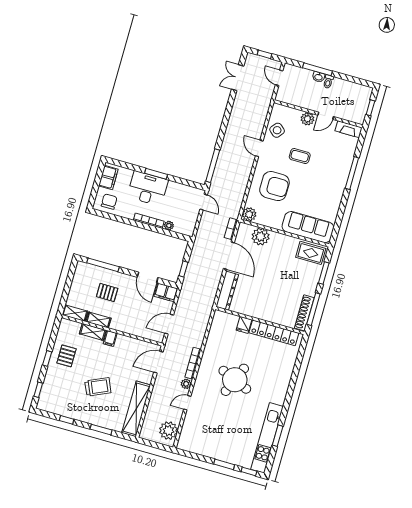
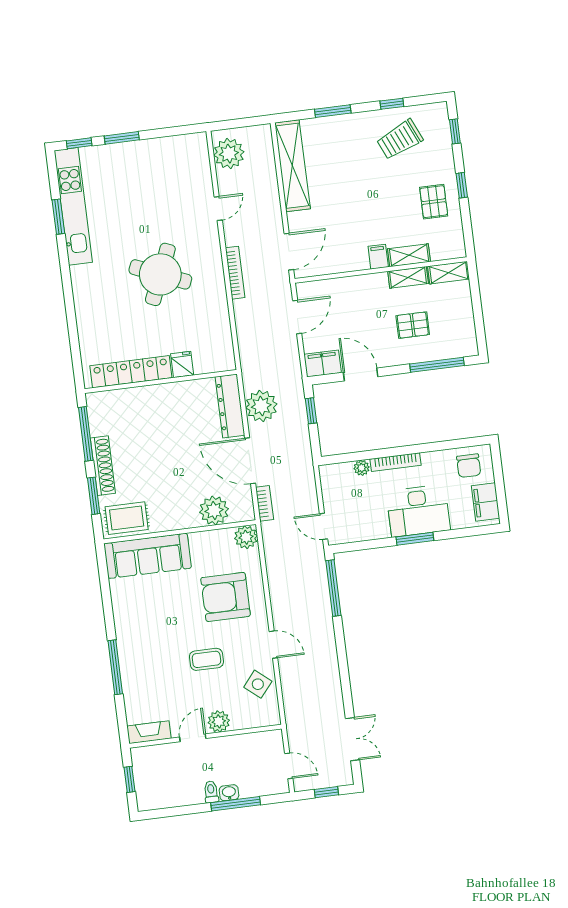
shoe rack: (304, 313) -> (103, 466), moved
plant: (186, 384) -> (261, 406), moved, width x1.88, depth x1.88
trolley: (98, 387) -> (400, 139), moved

